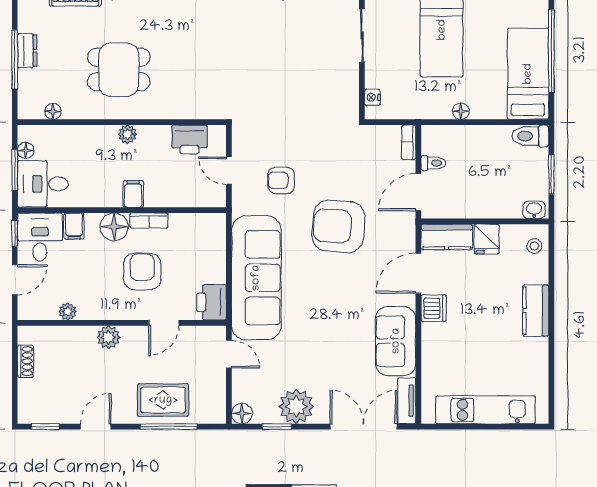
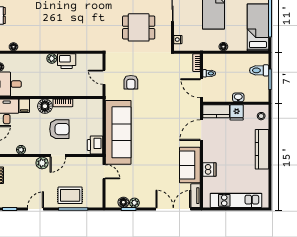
dining table: (119, 70) -> (139, 27), moved
toilet: (530, 136) -> (259, 70), moved
printer: (190, 139) -> (67, 61), moved
armchair: (281, 180) -> (131, 82), turned -90
door: (418, 192) -> (201, 88), hinge flipped
filing cabinet: (133, 194) -> (55, 89), removed
washbasin: (534, 210) -> (238, 97), moved
armchair: (339, 226) -> (160, 106), removed
armchair: (142, 271) -> (59, 129), turned 90
dishwasher: (434, 308) -> (209, 170), moved
kitchen counter: (536, 311) -> (262, 149), width x1.50
door: (164, 323) -> (58, 156), moved
plant: (296, 406) -> (134, 203), width x0.53, depth x0.53
floor lamp: (242, 414) -> (123, 202), moved

